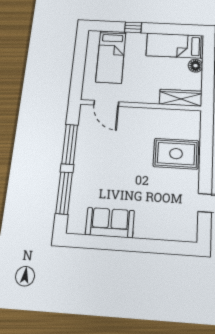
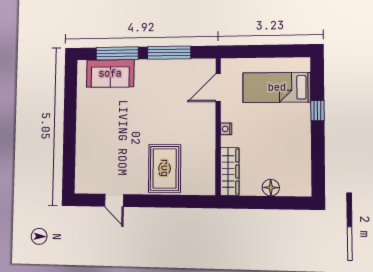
bed: (175, 46) -> (296, 162), removed
nightstand: (143, 99) -> (226, 129), added
sofa: (110, 223) -> (110, 73), moved, turned 90

